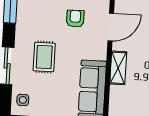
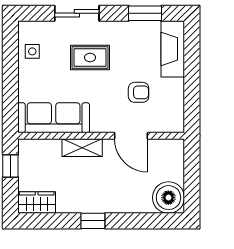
side table: (23, 100) -> (32, 51), moved

